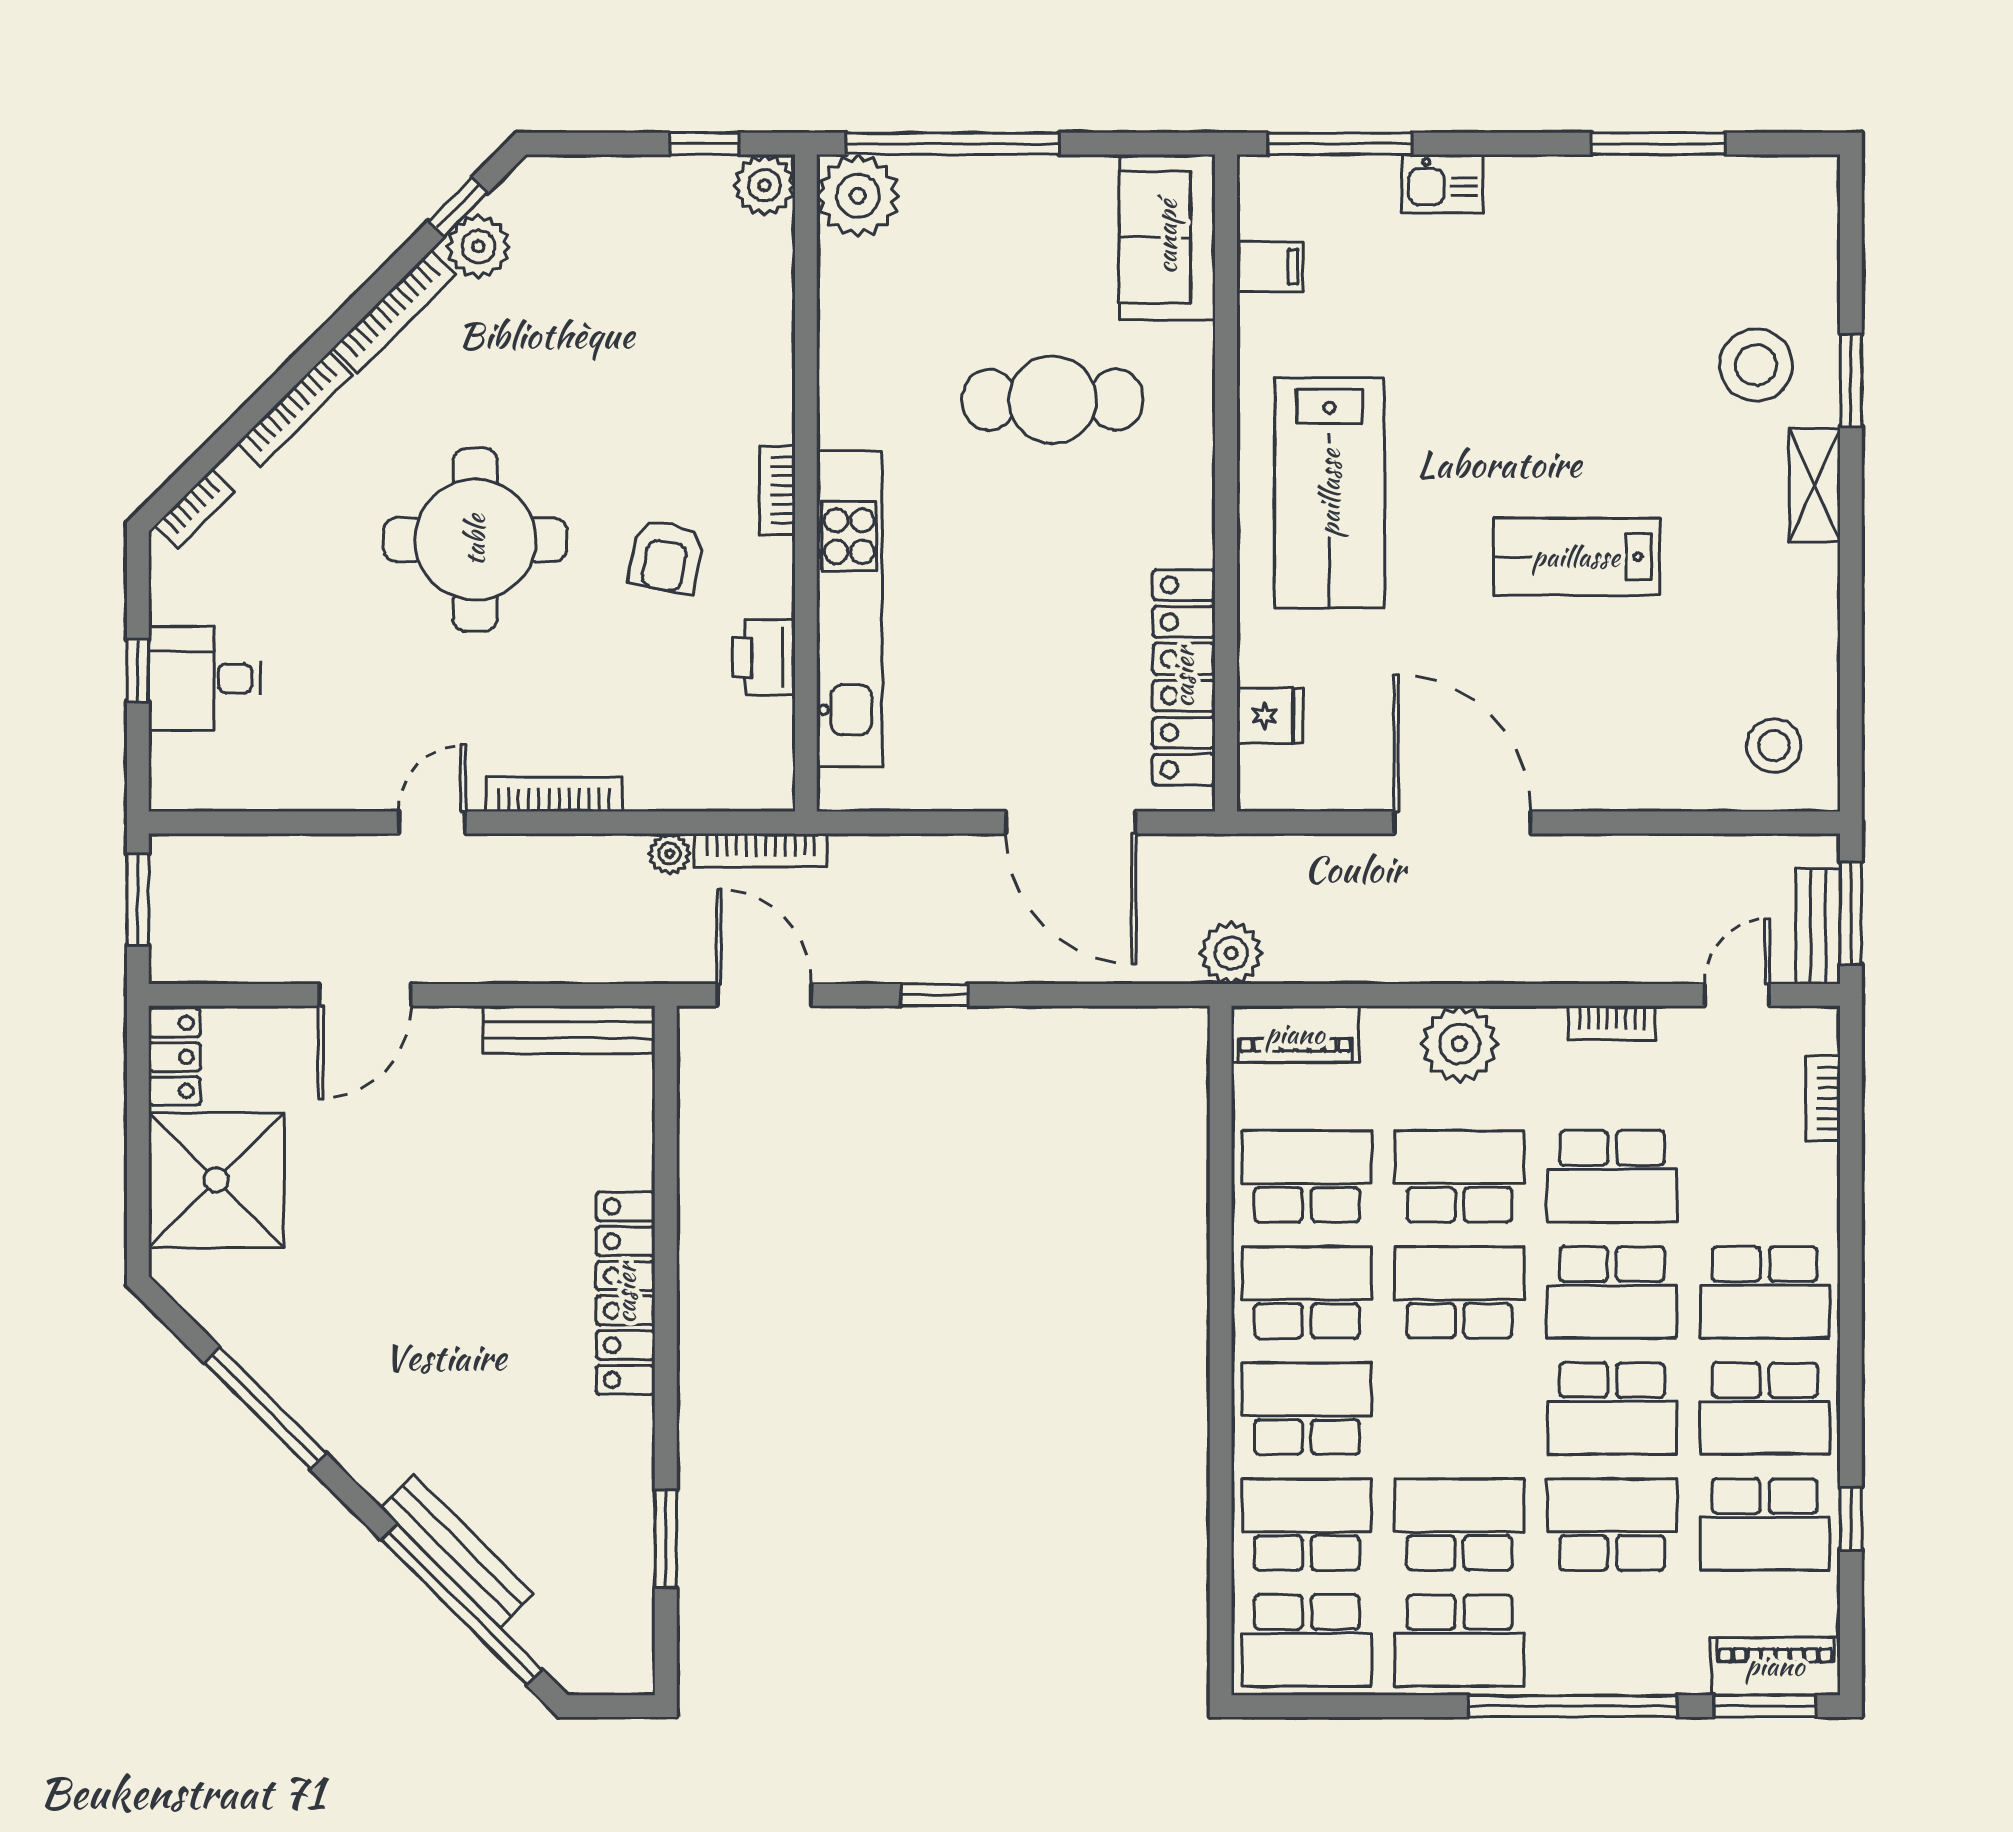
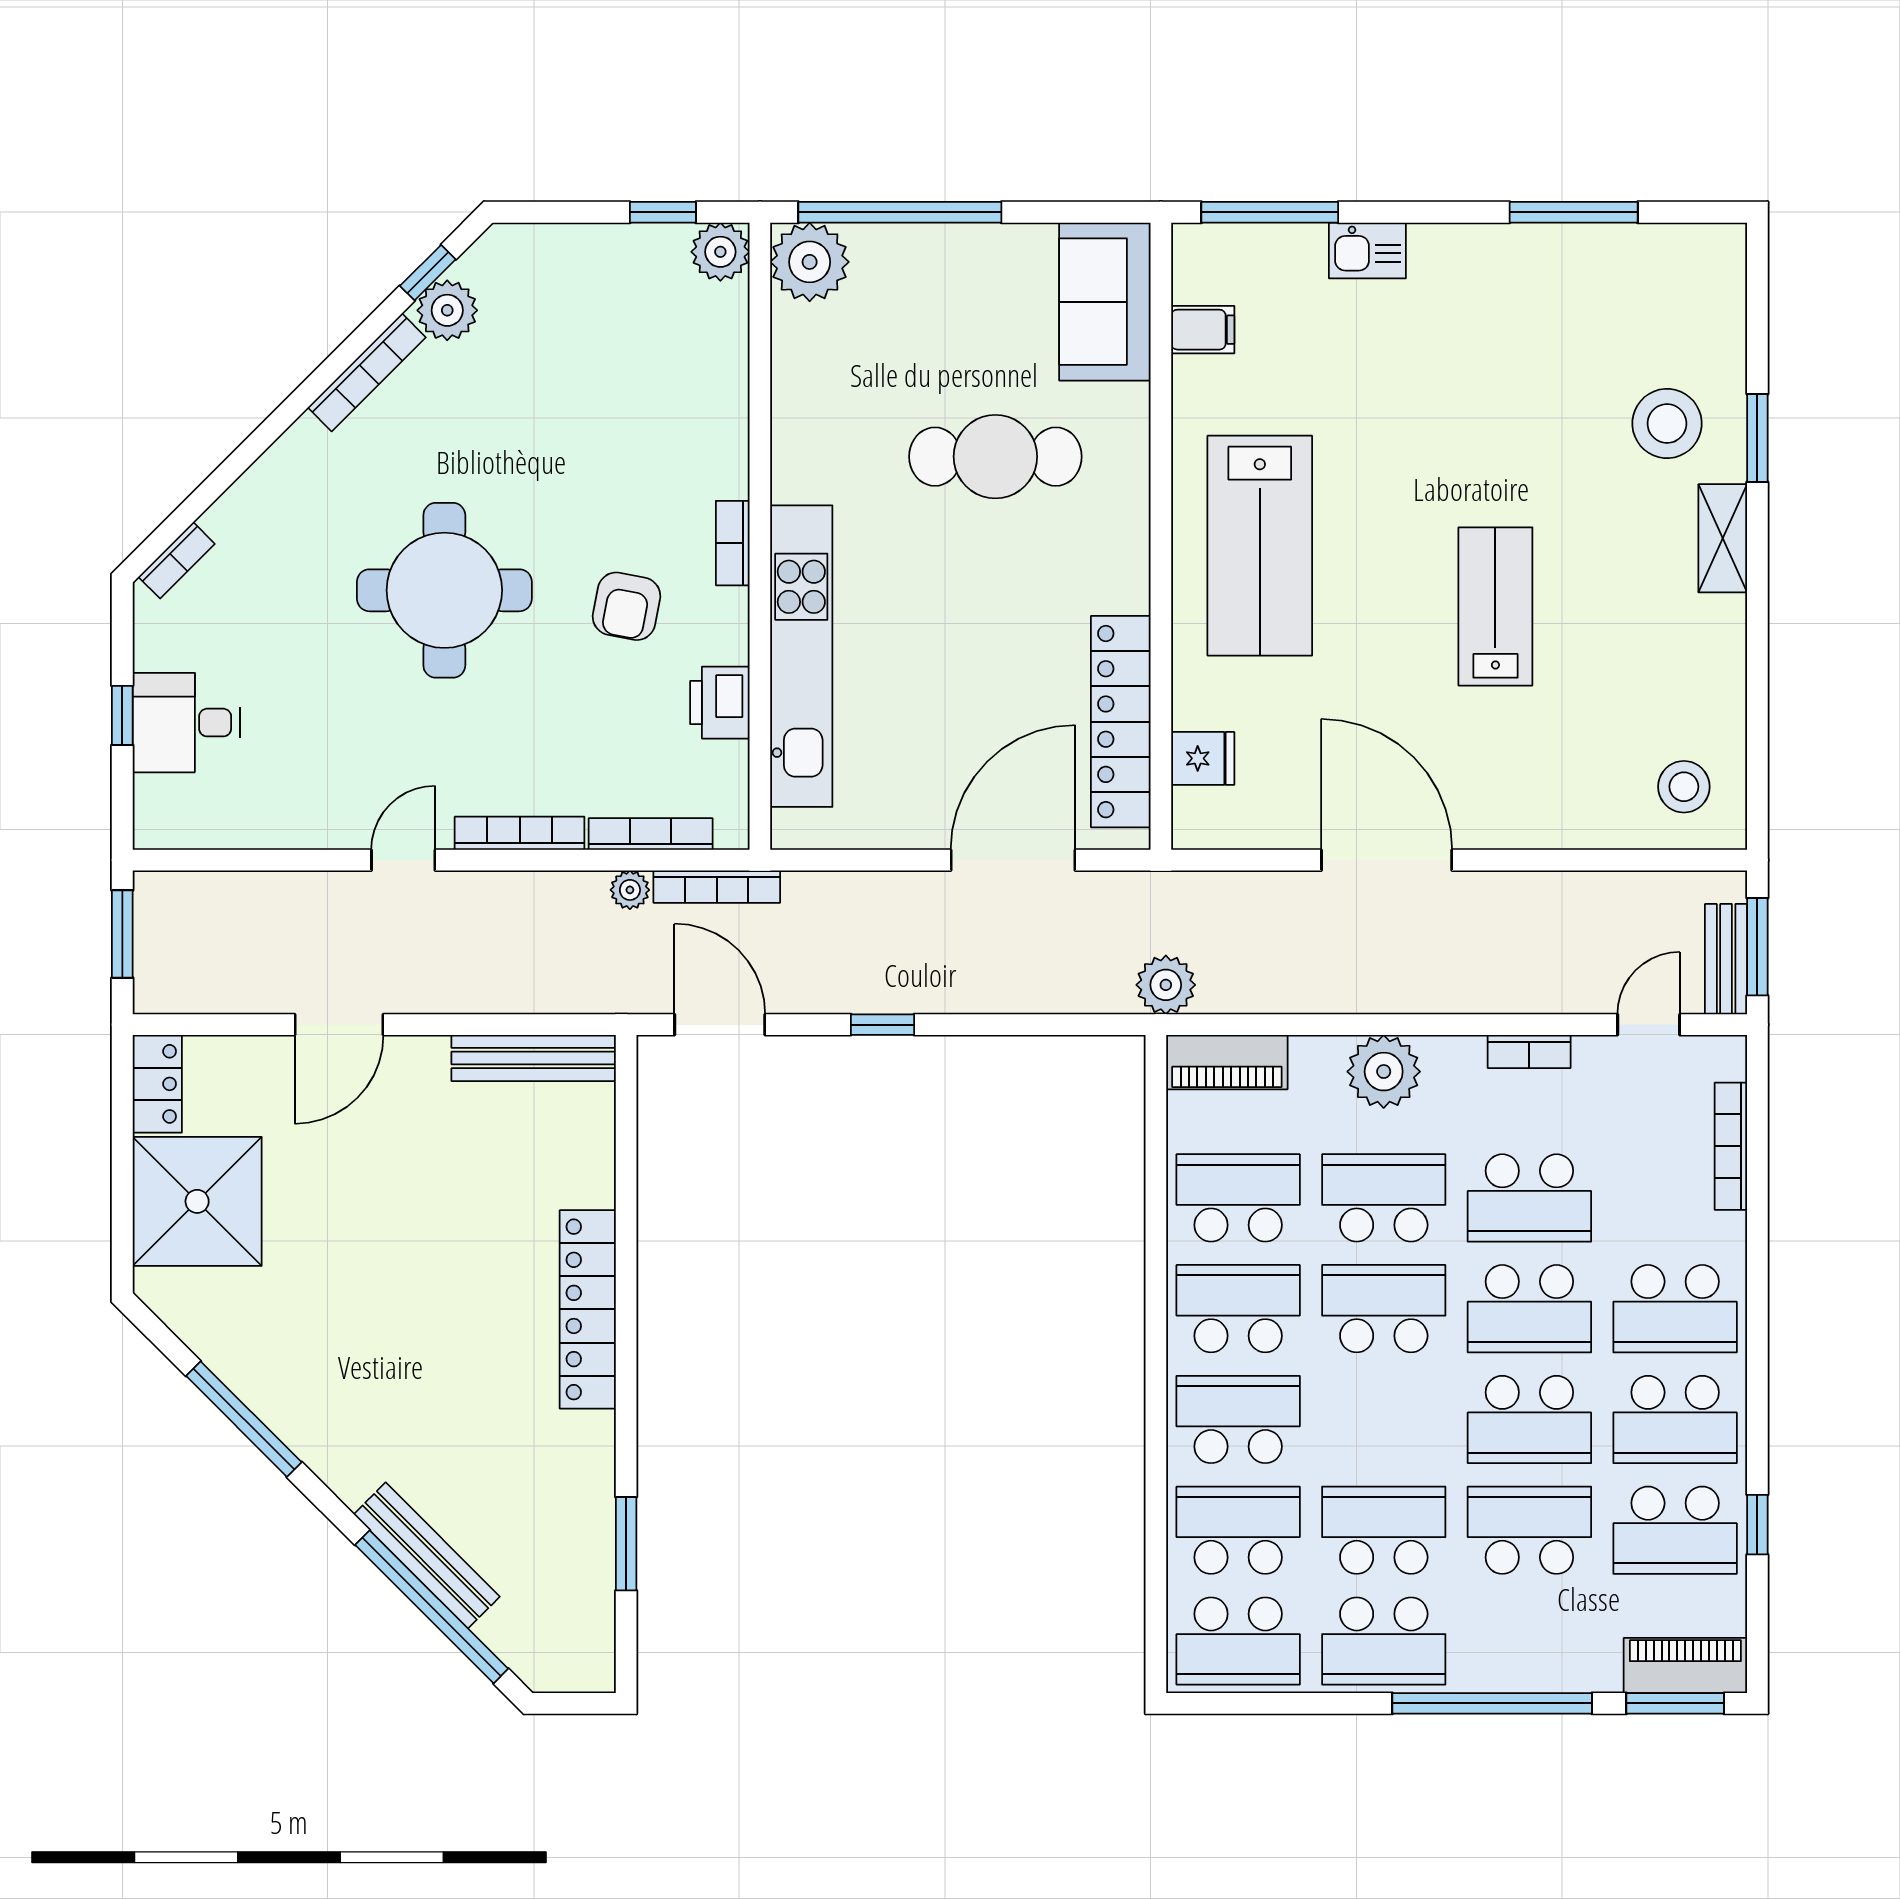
bookcase: (295, 409) -> (651, 834), moved, turned -135
lab bench: (1576, 557) -> (1495, 606), turned 90
door: (1071, 823) -> (1013, 860), swing flipped
bookcase: (1823, 1098) -> (1731, 1146), width x1.56

